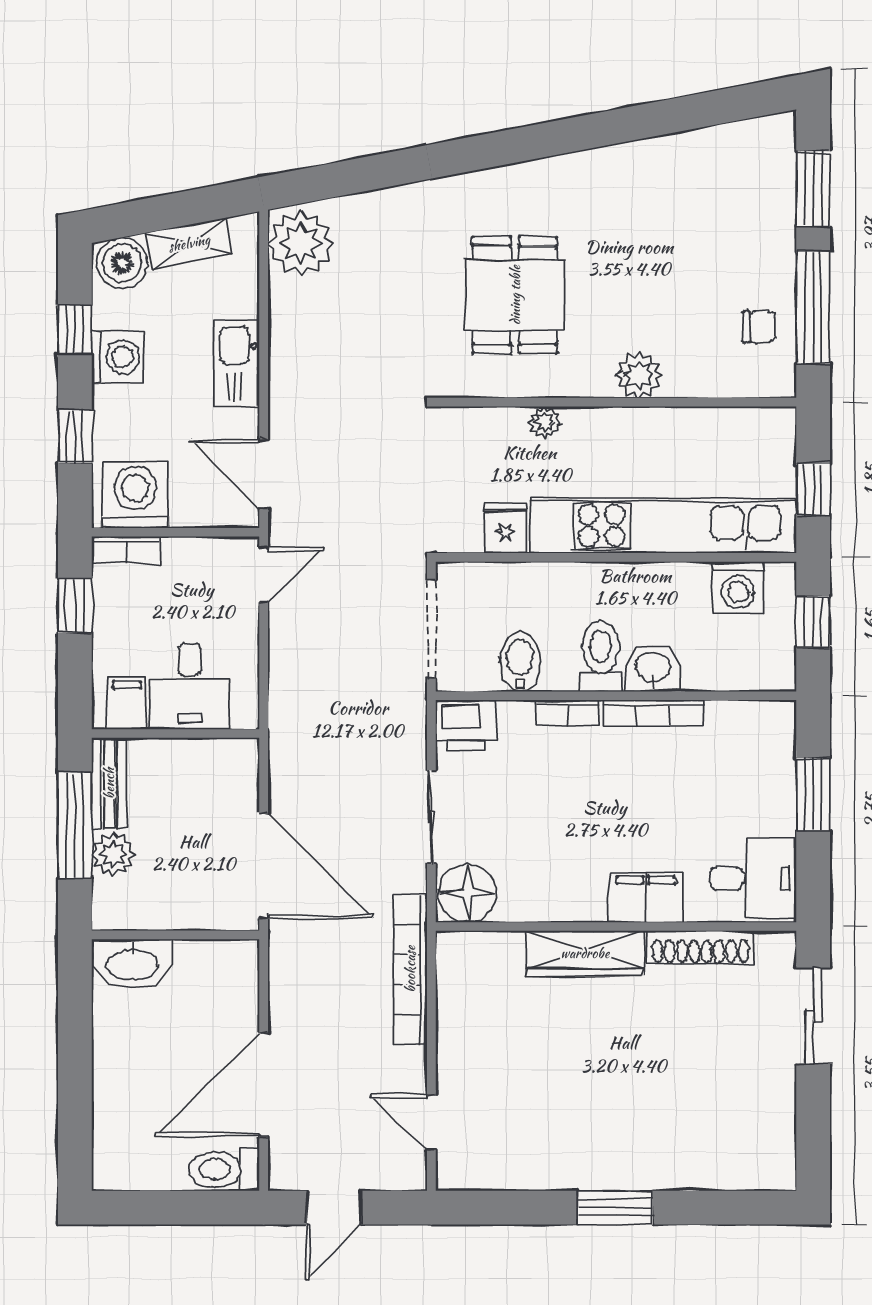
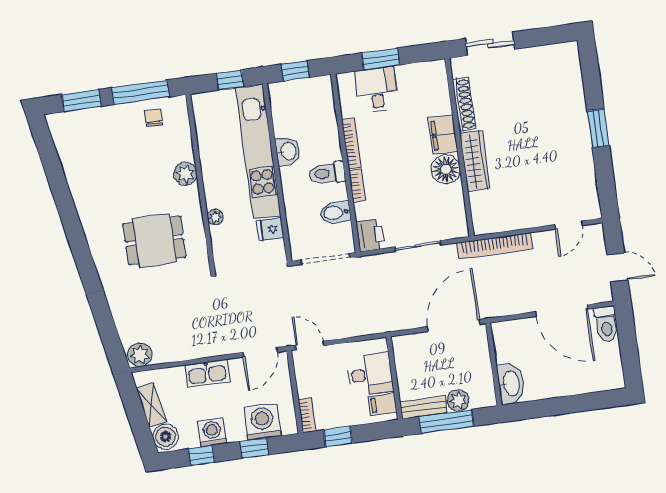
plant: (301, 243) -> (140, 355), width x0.73, depth x0.73
washing machine: (135, 495) -> (263, 422), moved, turned 90
washing machine: (738, 587) -> (283, 110), removed
washbasin: (653, 668) -> (288, 151), moved, turned 180
desk: (753, 878) -> (377, 90), moved
floor lamp: (467, 893) -> (446, 169), moved

